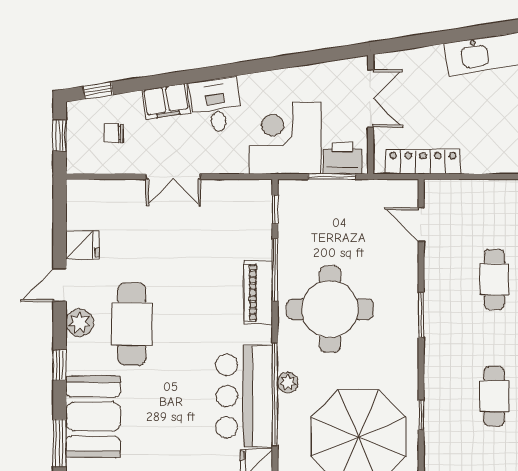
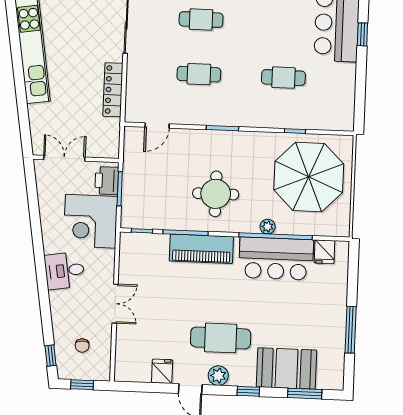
filing cabinet: (166, 101) -> (60, 306), removed
locker: (423, 162) -> (113, 90), moved
piano: (258, 293) -> (201, 249), width x1.37, depth x1.33
round table: (330, 309) -> (216, 194), width x0.73, depth x0.73

